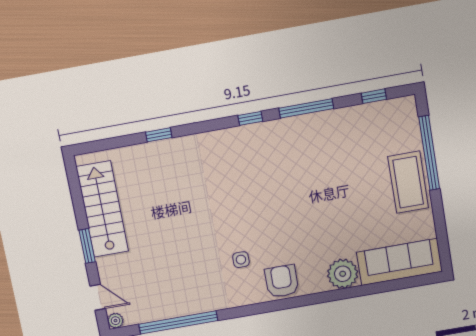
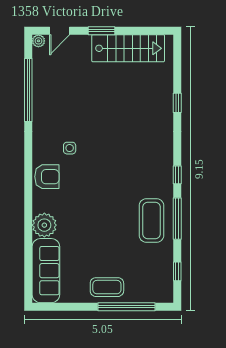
coffee table: (314, 141) -> (151, 220), added
coffee table: (408, 182) -> (107, 287), width x0.73, depth x0.76

